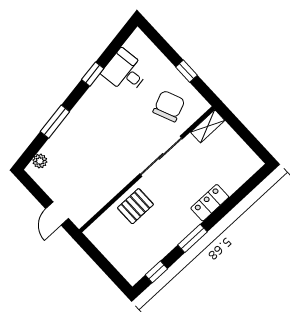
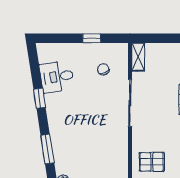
chair: (169, 106) -> (103, 69), width x0.54, depth x0.54
pallet: (135, 206) -> (152, 162), moved, turned 90

